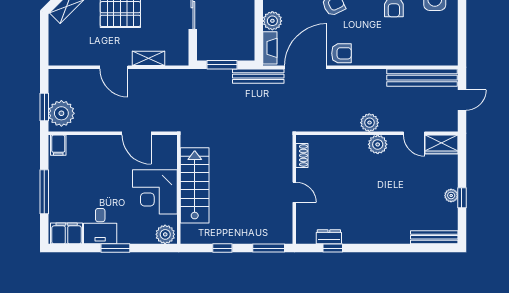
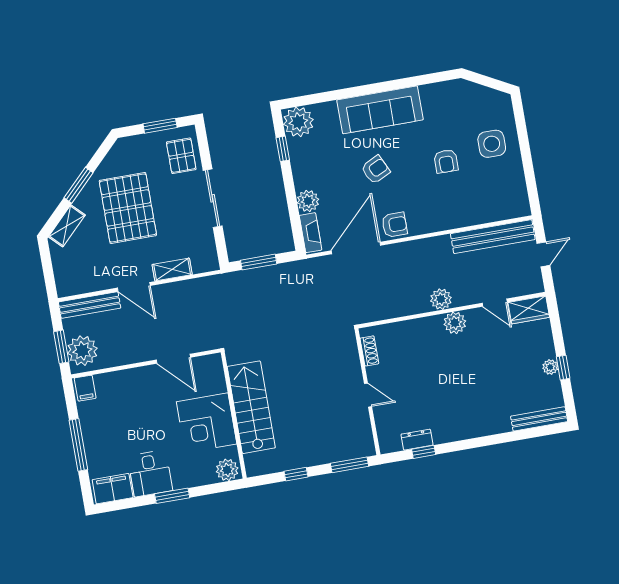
bench: (258, 76) -> (90, 305), moved

